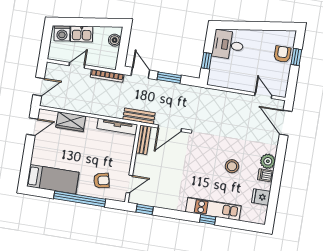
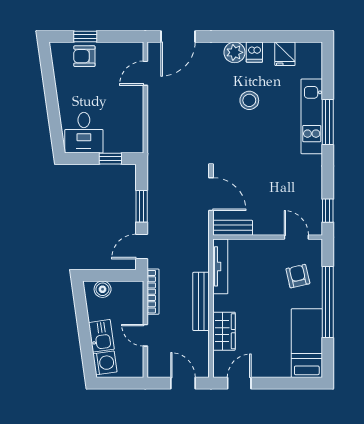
bench: (139, 116) -> (201, 301), moved, width x1.36
door: (32, 127) -> (239, 383), hinge flipped
window: (208, 220) -> (328, 122), width x2.17

